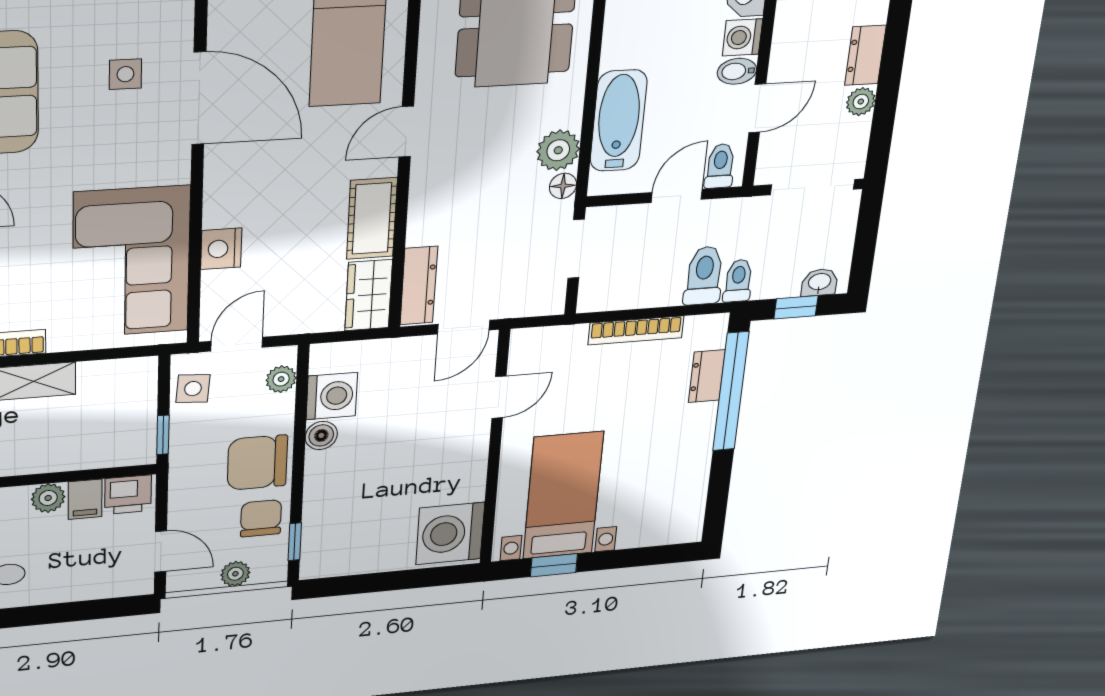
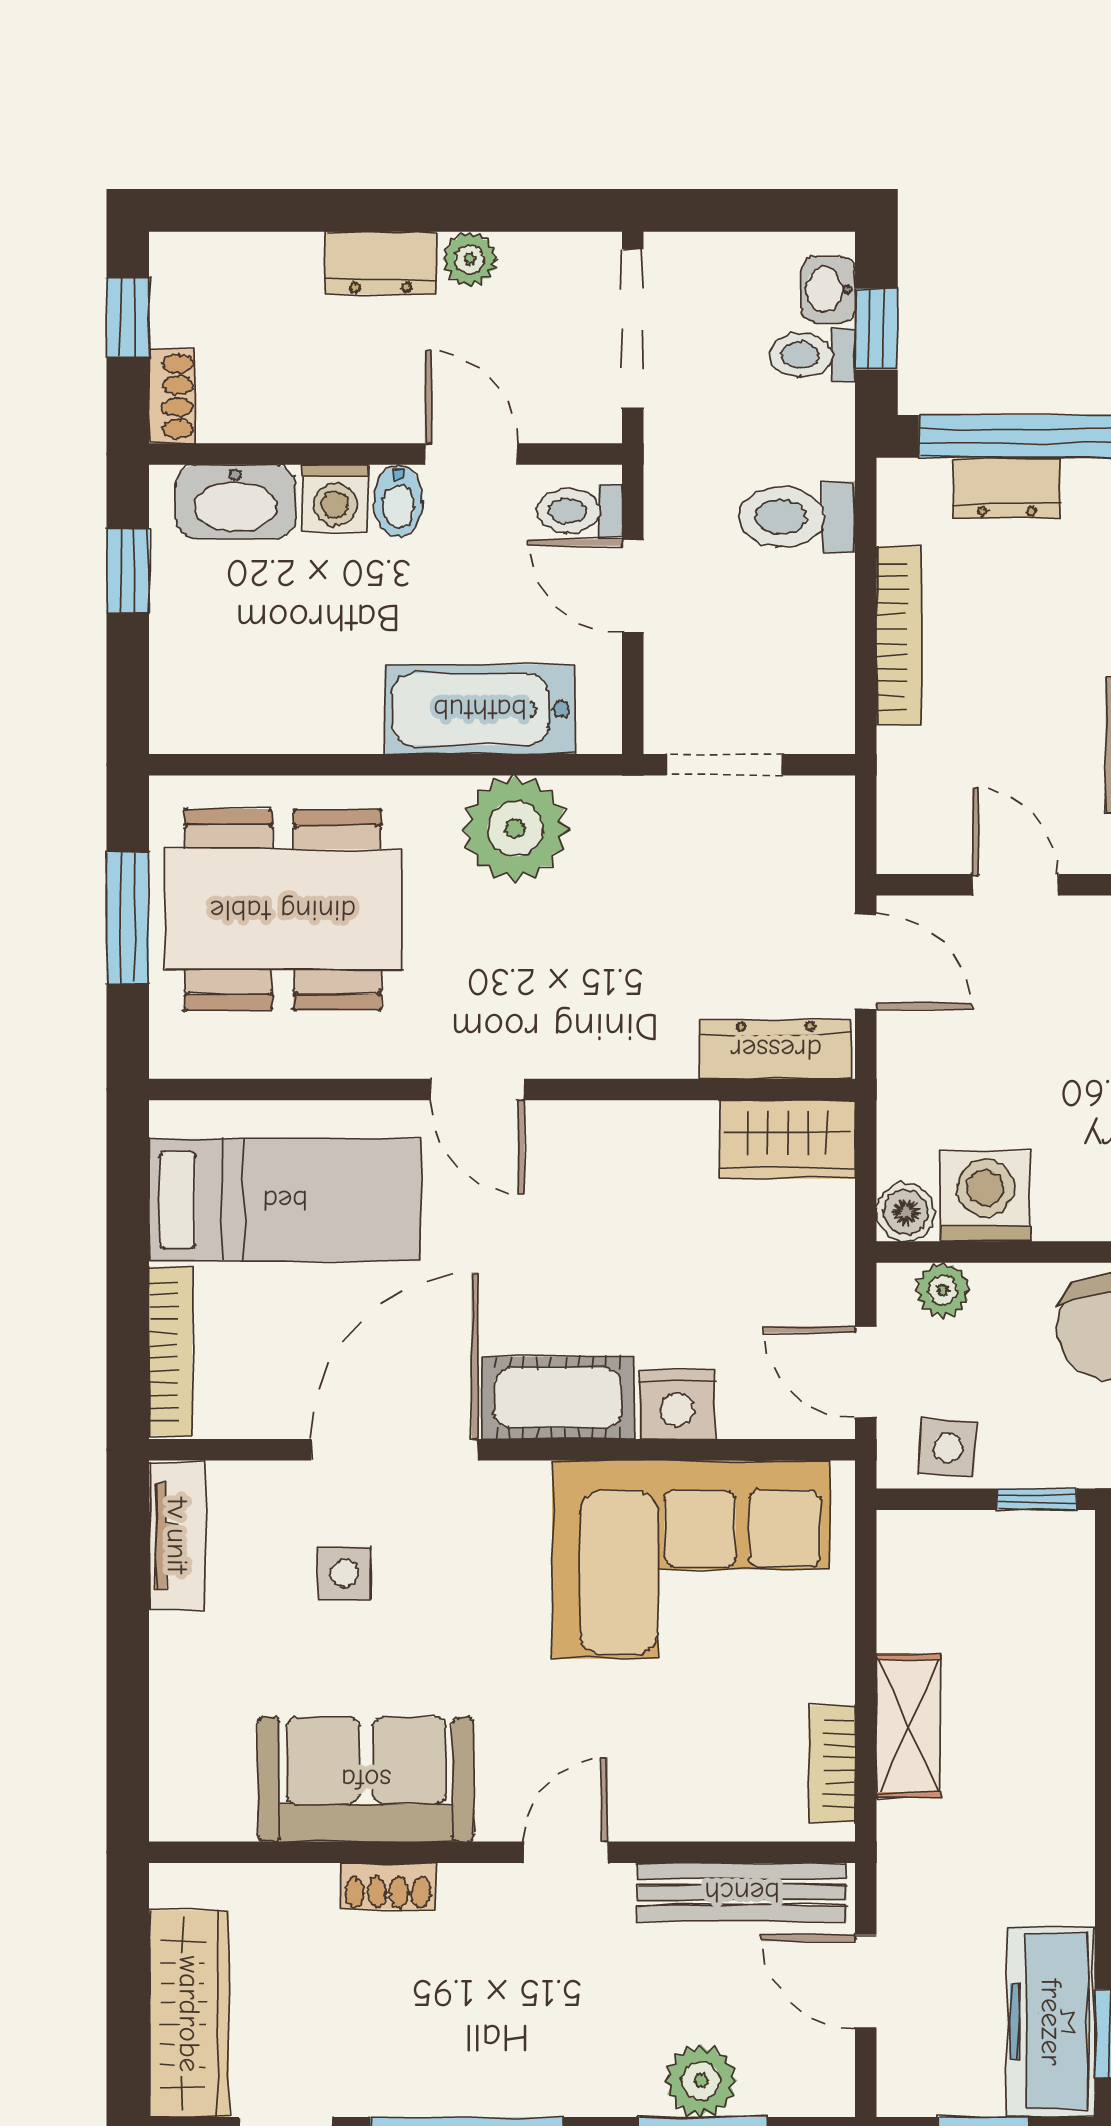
plant: (558, 150) -> (515, 829), width x1.36, depth x1.36
floor lamp: (563, 186) -> (599, 800), removed
cot: (372, 218) -> (558, 1398), moved
toilet: (738, 281) -> (812, 355), moved
boiler: (321, 435) -> (906, 1212), moved

